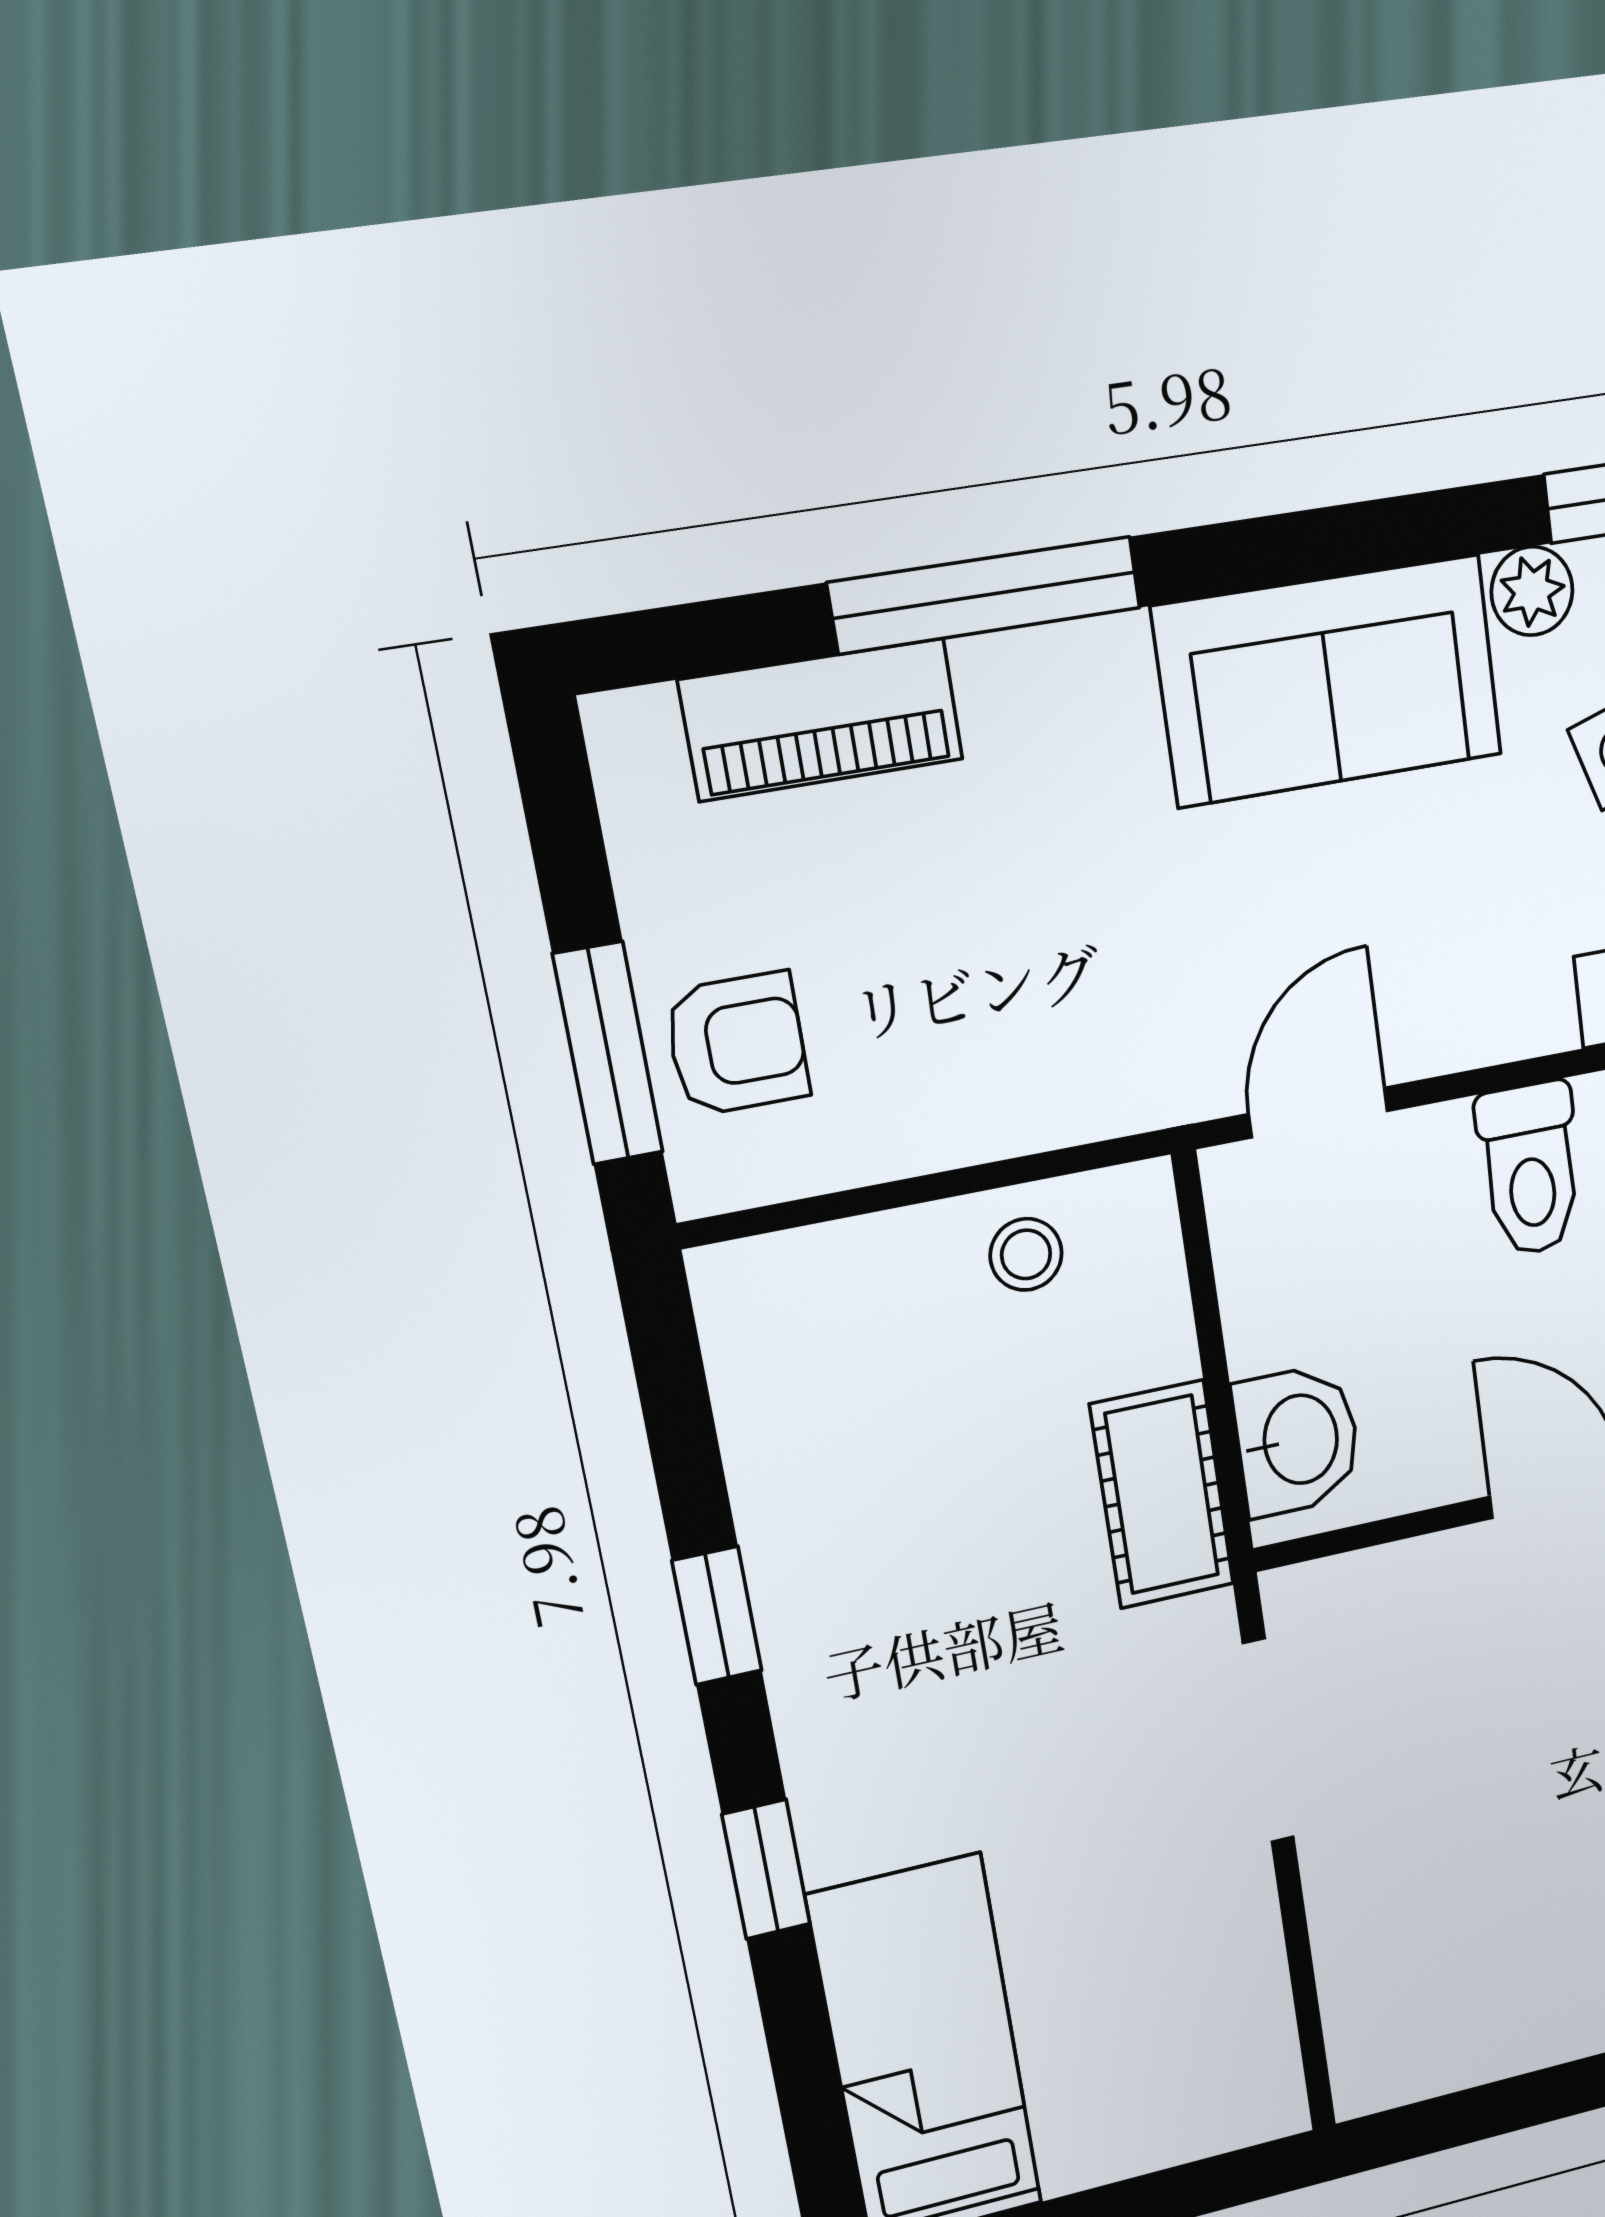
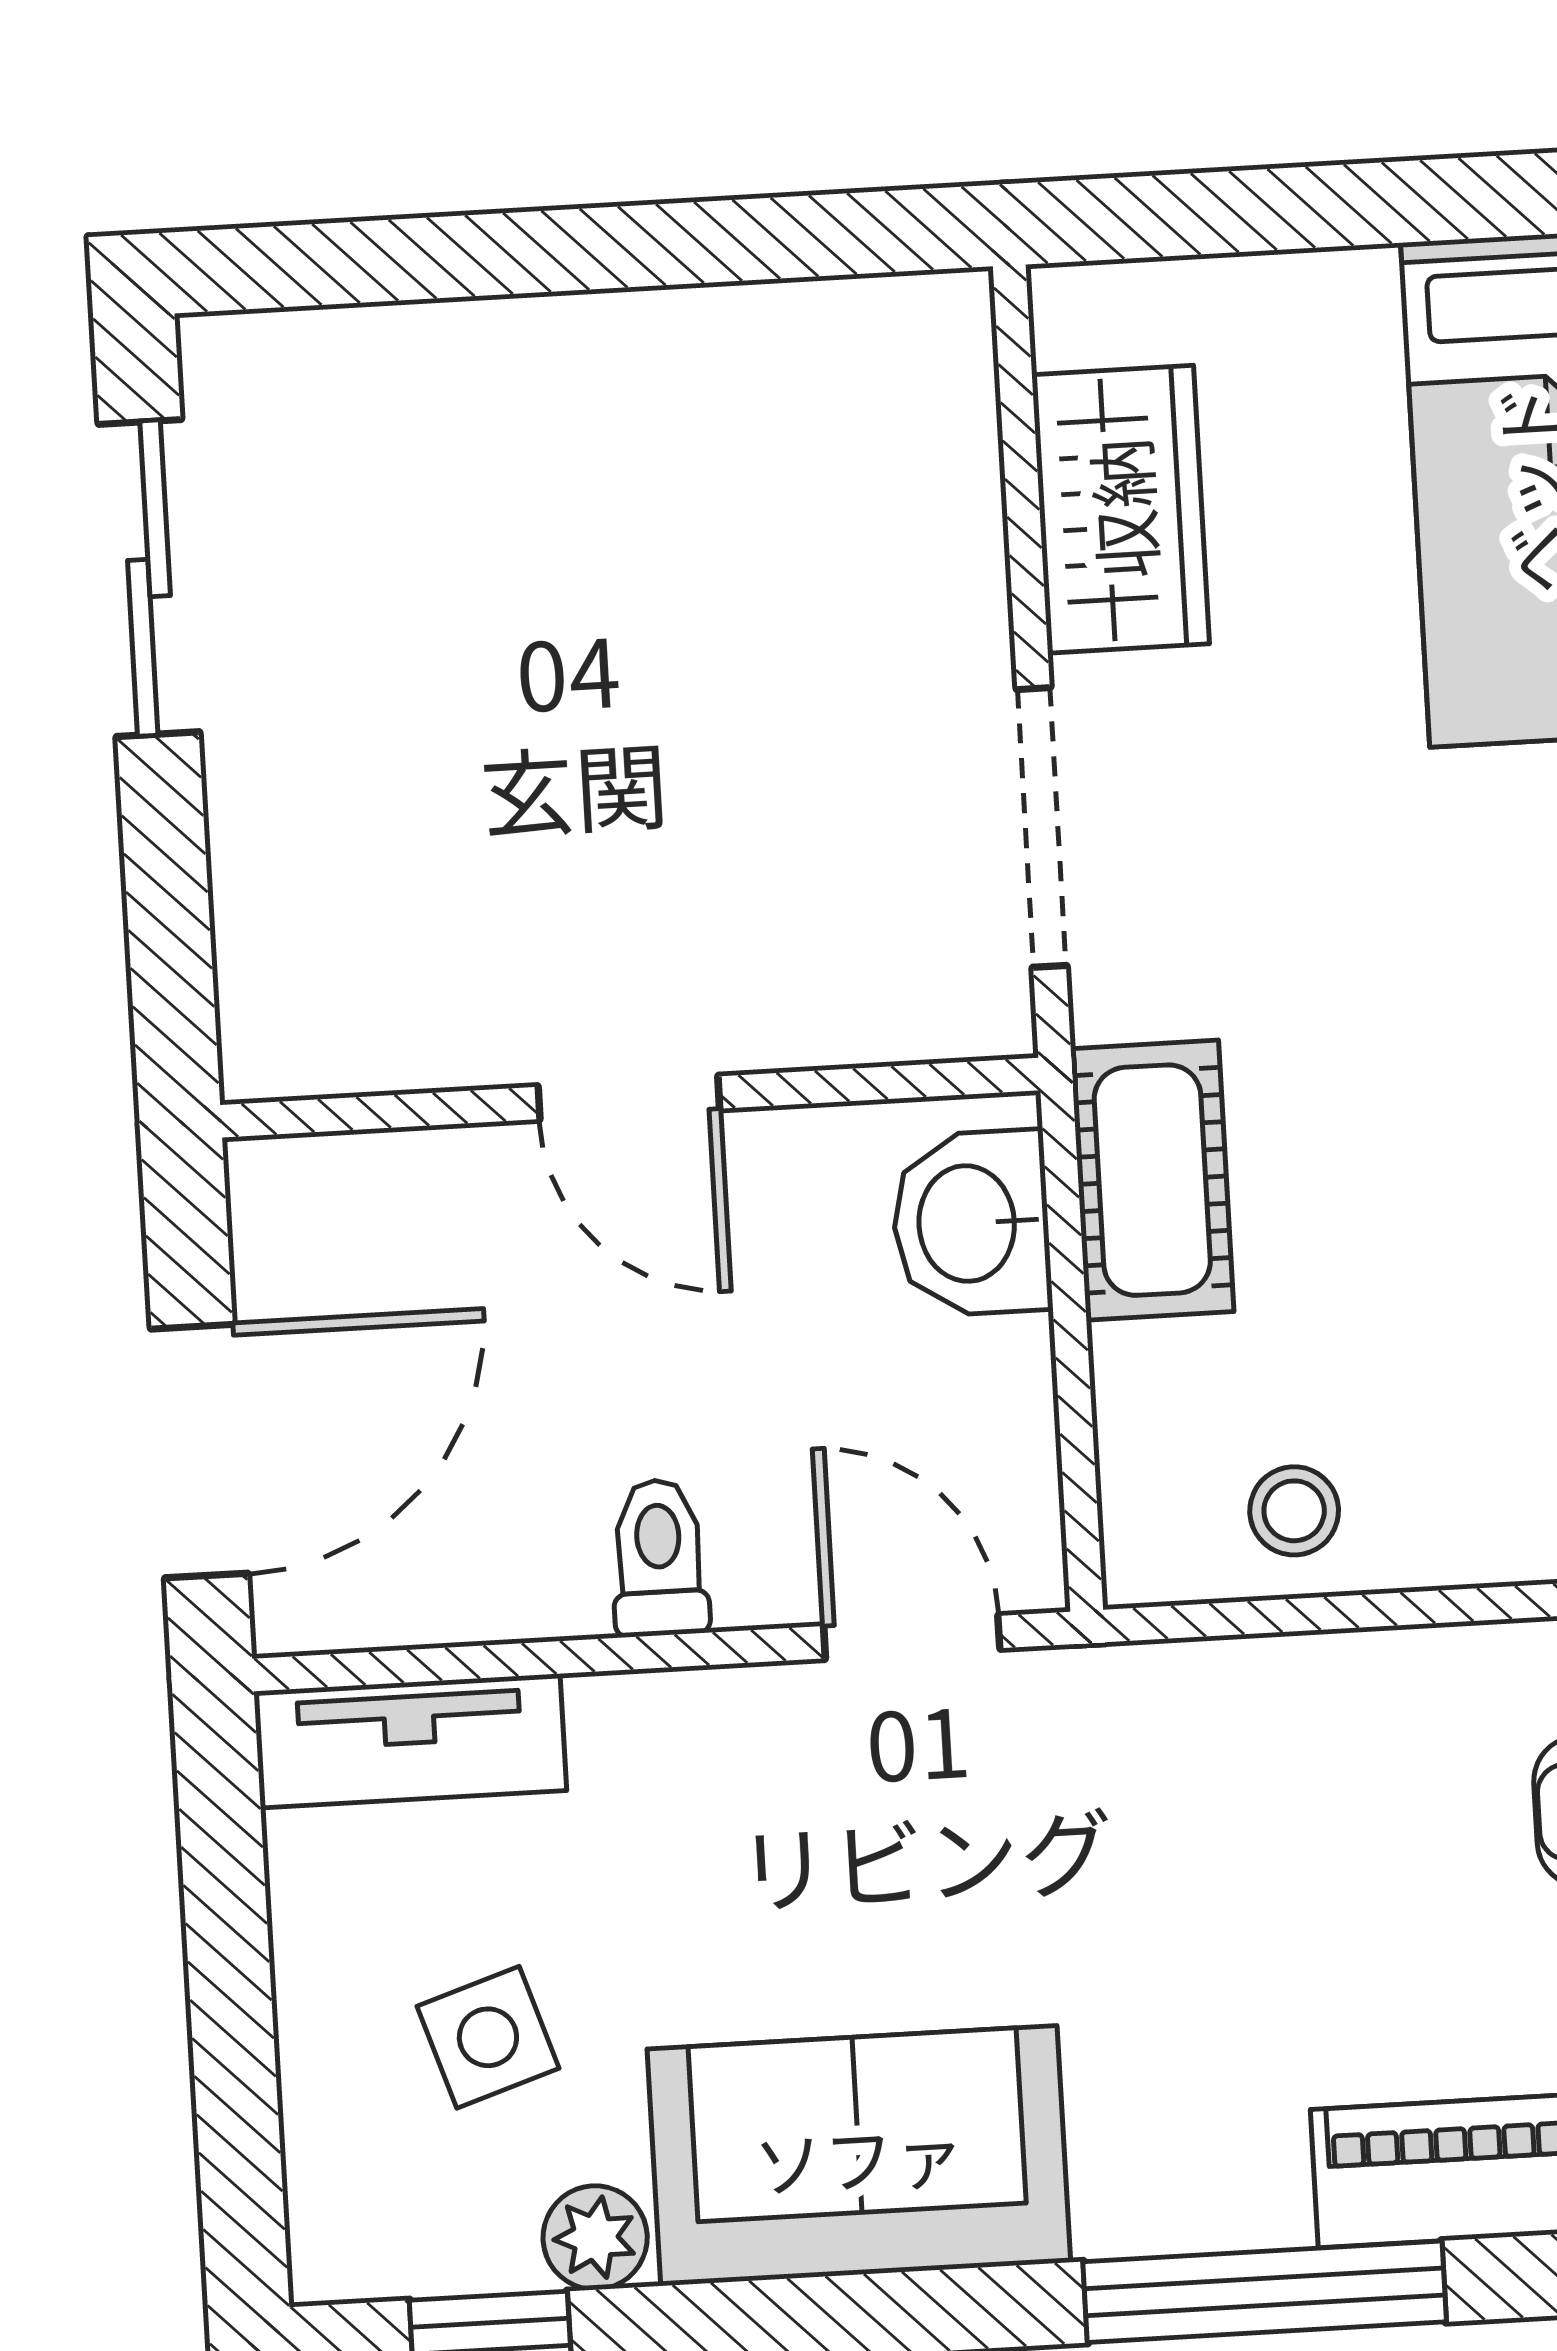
door: (1318, 1113) -> (912, 1637), swing flipped
toilet: (1530, 1169) -> (659, 1558), width x0.73, depth x0.72
wardrobe: (1229, 1977) -> (1121, 509), added

